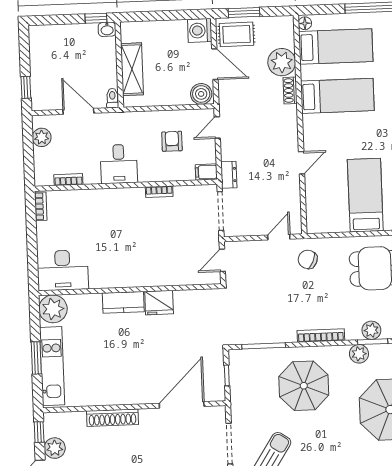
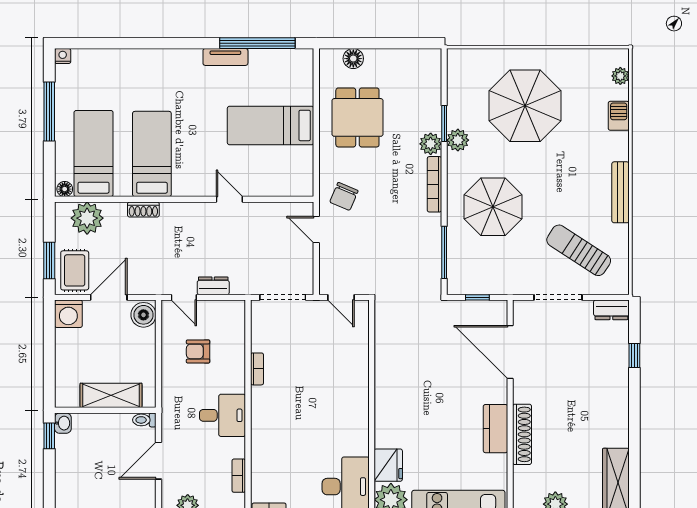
plant: (282, 62) -> (87, 218), moved
filing cabinet: (206, 172) -> (236, 312), removed
dresser: (229, 175) -> (213, 286), moved
kitchen counter: (123, 302) -> (495, 429), moved, turned 180
fridge: (159, 303) -> (388, 465), moved
plant: (371, 330) -> (431, 144), moved

